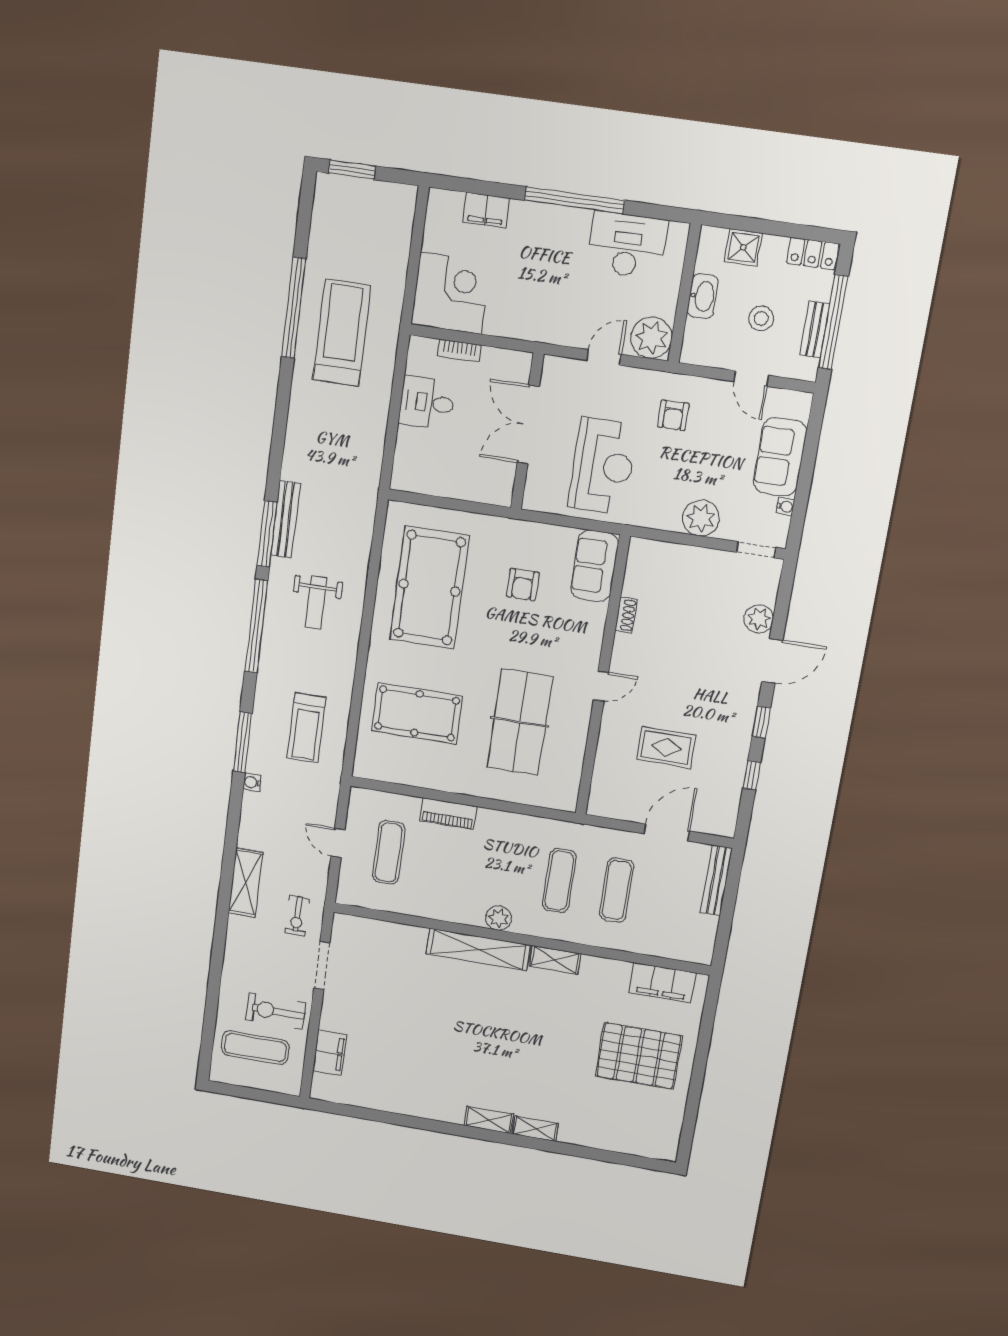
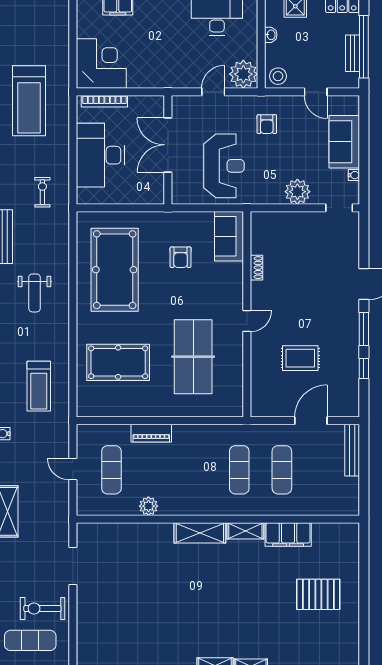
washbasin: (703, 296) -> (271, 35), width x0.52, depth x0.69
stool: (761, 318) -> (278, 76), moved
treadmill: (342, 333) -> (29, 101), turned 180
bookcase: (459, 350) -> (104, 101), width x1.56
desk: (427, 403) -> (100, 155), width x1.87, depth x1.30
plant: (759, 619) -> (349, 256), removed
window: (761, 722) -> (364, 329), width x1.50
exercise bike: (297, 916) -> (42, 192), moved, turned 180
plant: (499, 918) -> (148, 506), moved
shelving: (478, 950) -> (200, 533), width x0.68
filing cabinet: (662, 983) -> (288, 535), moved
filing cabinet: (330, 1053) -> (88, 634), removed
pallet: (639, 1056) -> (318, 594), width x0.73, depth x0.71

